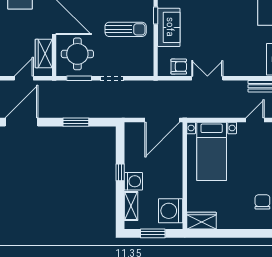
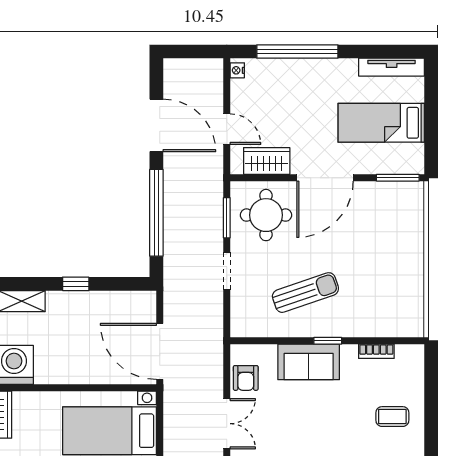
sun lounger: (126, 29) -> (305, 293), turned -109
window: (76, 122) -> (156, 213), width x2.11
washing machine: (133, 181) -> (61, 305), removed

